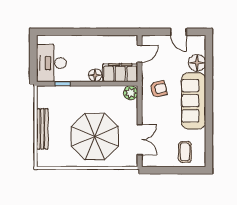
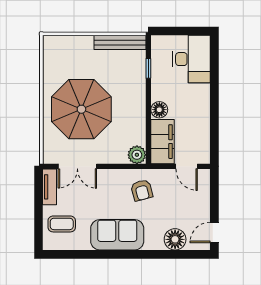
door: (178, 32) -> (214, 232), moved
desk: (51, 63) -> (191, 59), moved, turned 90
sofa: (194, 101) -> (117, 235), width x0.73
bench: (42, 129) -> (120, 42), moved
tv unit: (156, 161) -> (50, 187), added

